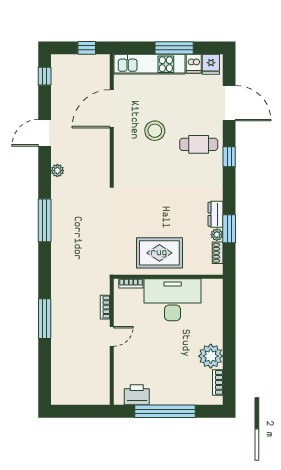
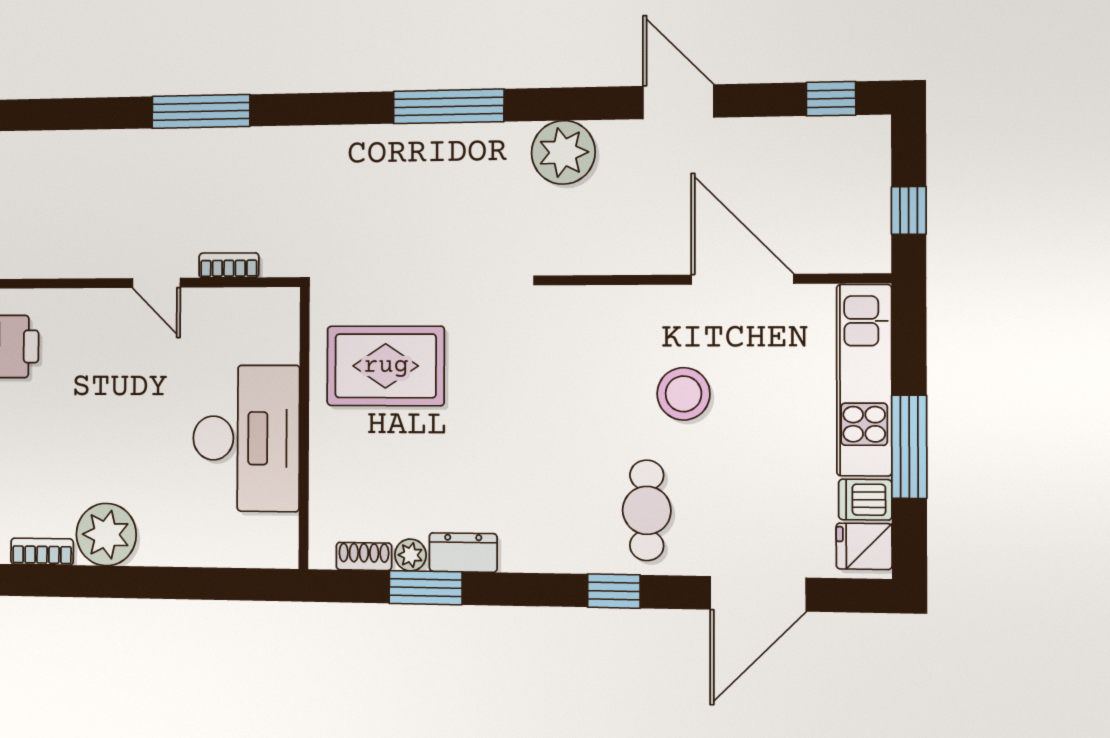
plant: (57, 171) -> (563, 152), width x1.88, depth x1.88
rug: (159, 253) -> (386, 366), moved, turned 90
bookcase: (131, 283) -> (288, 331), removed

